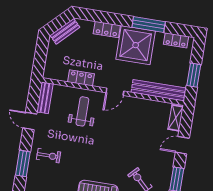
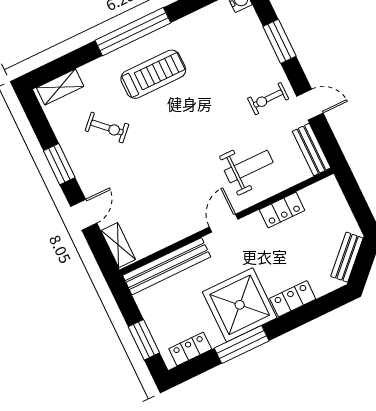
window: (194, 75) -> (144, 340), moved
weight bench: (82, 111) -> (249, 166), turned -90
exercise bike: (49, 156) -> (268, 99), moved

